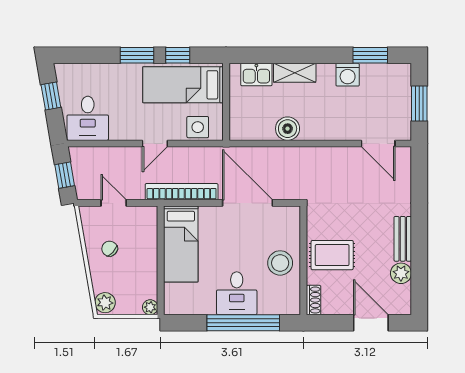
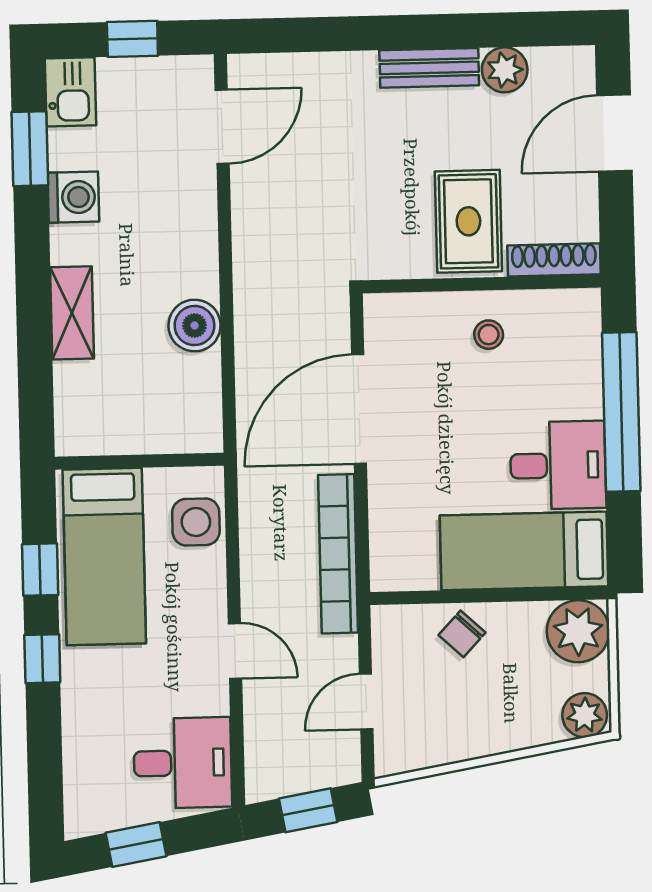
window: (137, 55) -> (42, 659), width x0.67
kitchen sink: (256, 75) -> (71, 92), moved
window: (419, 103) -> (132, 39), width x0.67
door: (155, 143) -> (235, 651), moved
bed: (181, 244) -> (524, 551), moved, turned 180
chair: (110, 249) -> (462, 634), moved
stool: (280, 263) -> (489, 335), width x0.53, depth x0.53
desk: (237, 293) -> (558, 465), moved
shoe rack: (314, 300) -> (554, 260), width x1.43
plant: (150, 307) -> (578, 631), width x1.87, depth x1.87

